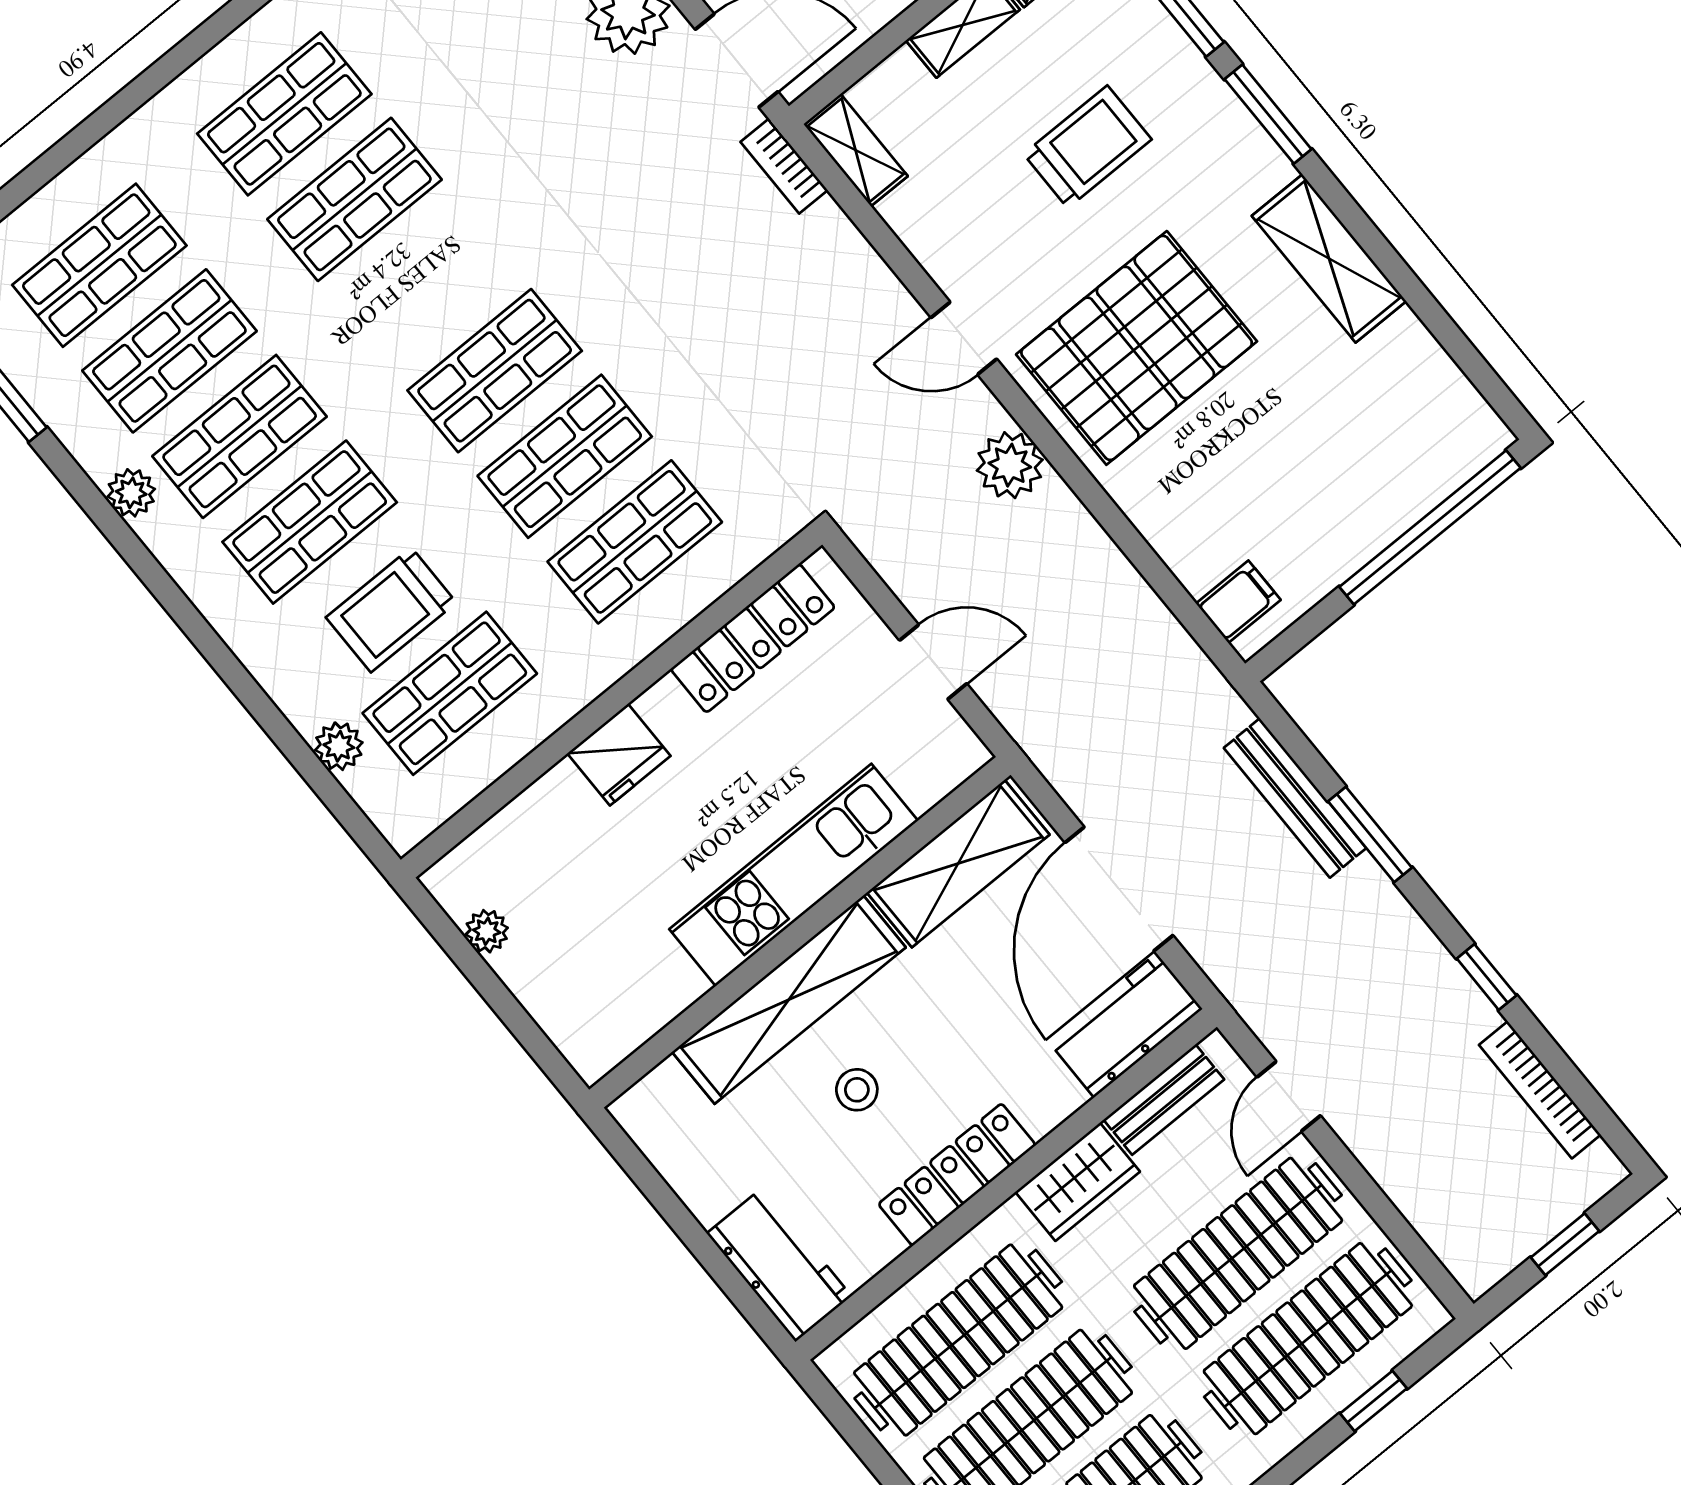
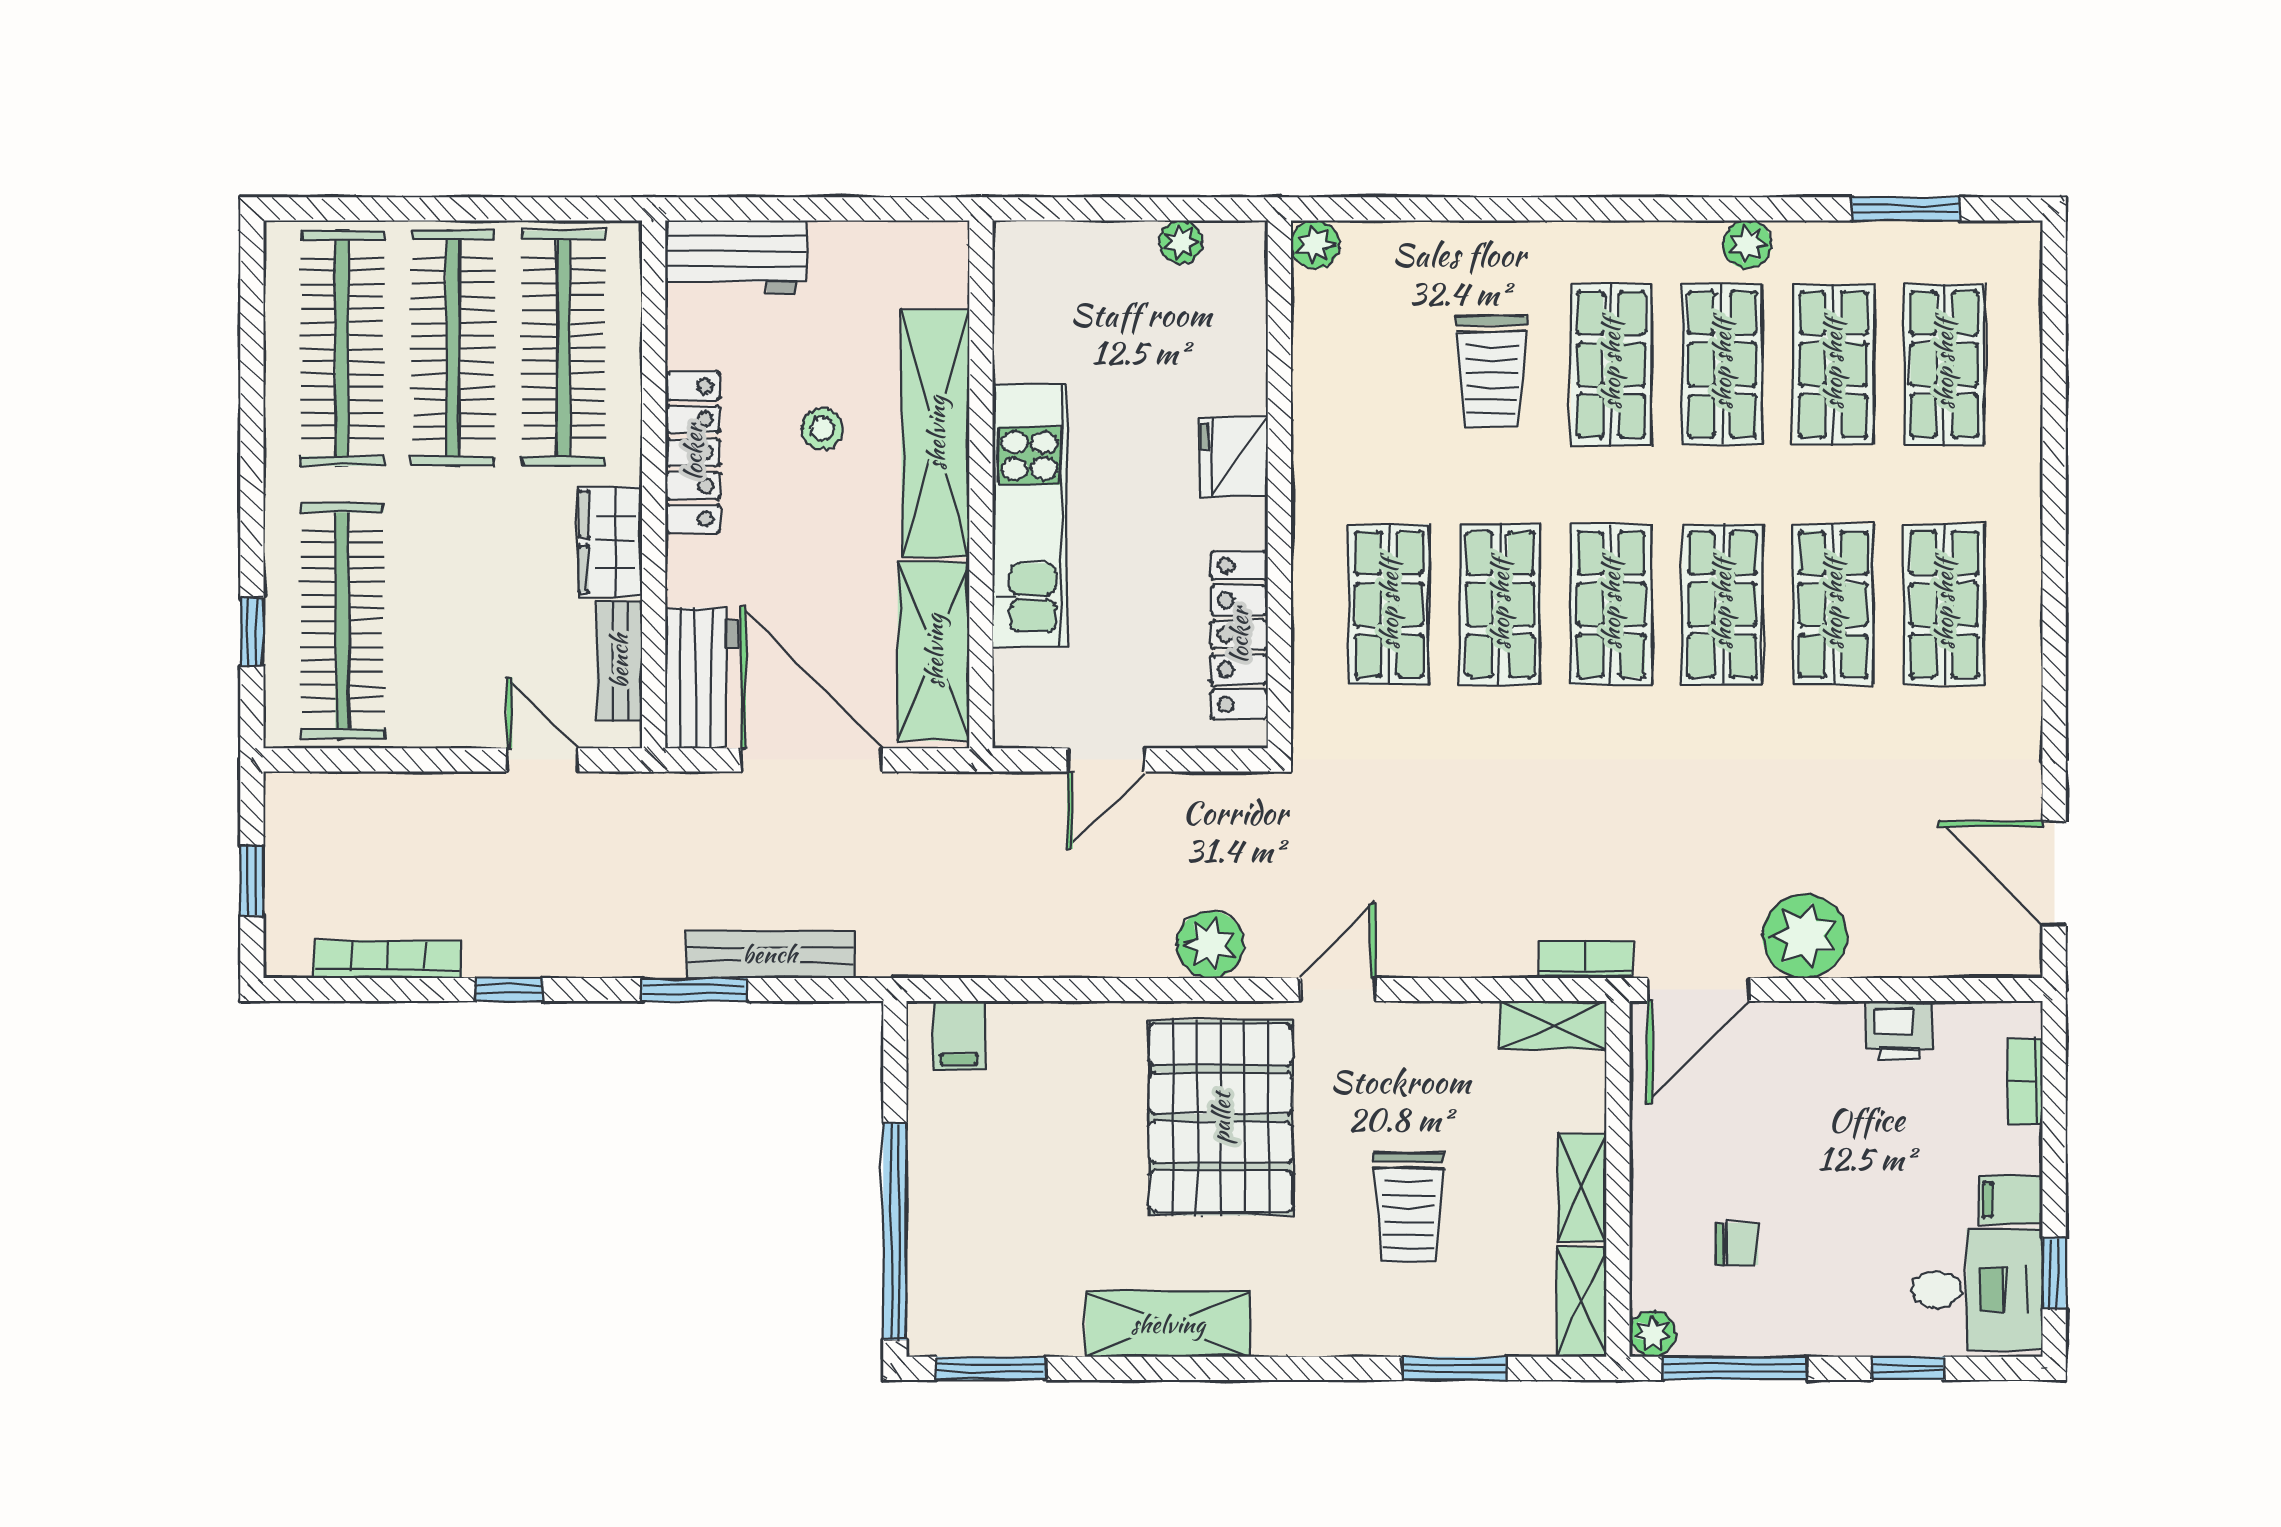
window: (1268, 114) -> (991, 1368), moved
trolley: (391, 610) -> (1491, 372), turned 180
shop shelf: (450, 693) -> (1722, 604), moved
plant: (339, 746) -> (1315, 245), moved
clothes rail: (1238, 1253) -> (453, 621), removed

